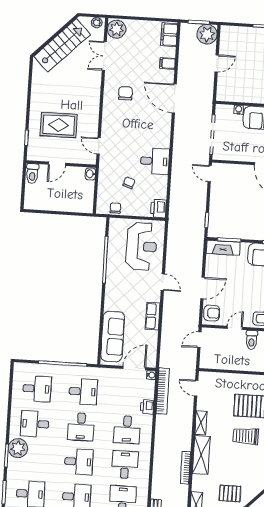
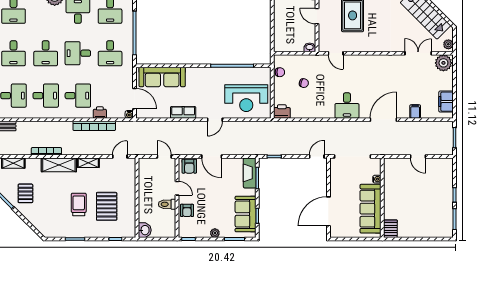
plant: (207, 34) -> (444, 146), removed
filing cabinet: (169, 35) -> (446, 102), moved, turned -90
chair: (125, 93) -> (385, 75), removed
door: (99, 146) -> (336, 53), swing flipped
desk: (155, 161) -> (347, 106), moved
bookcase: (163, 391) -> (94, 126), moved
desk: (127, 430) -> (78, 96), turned 180

